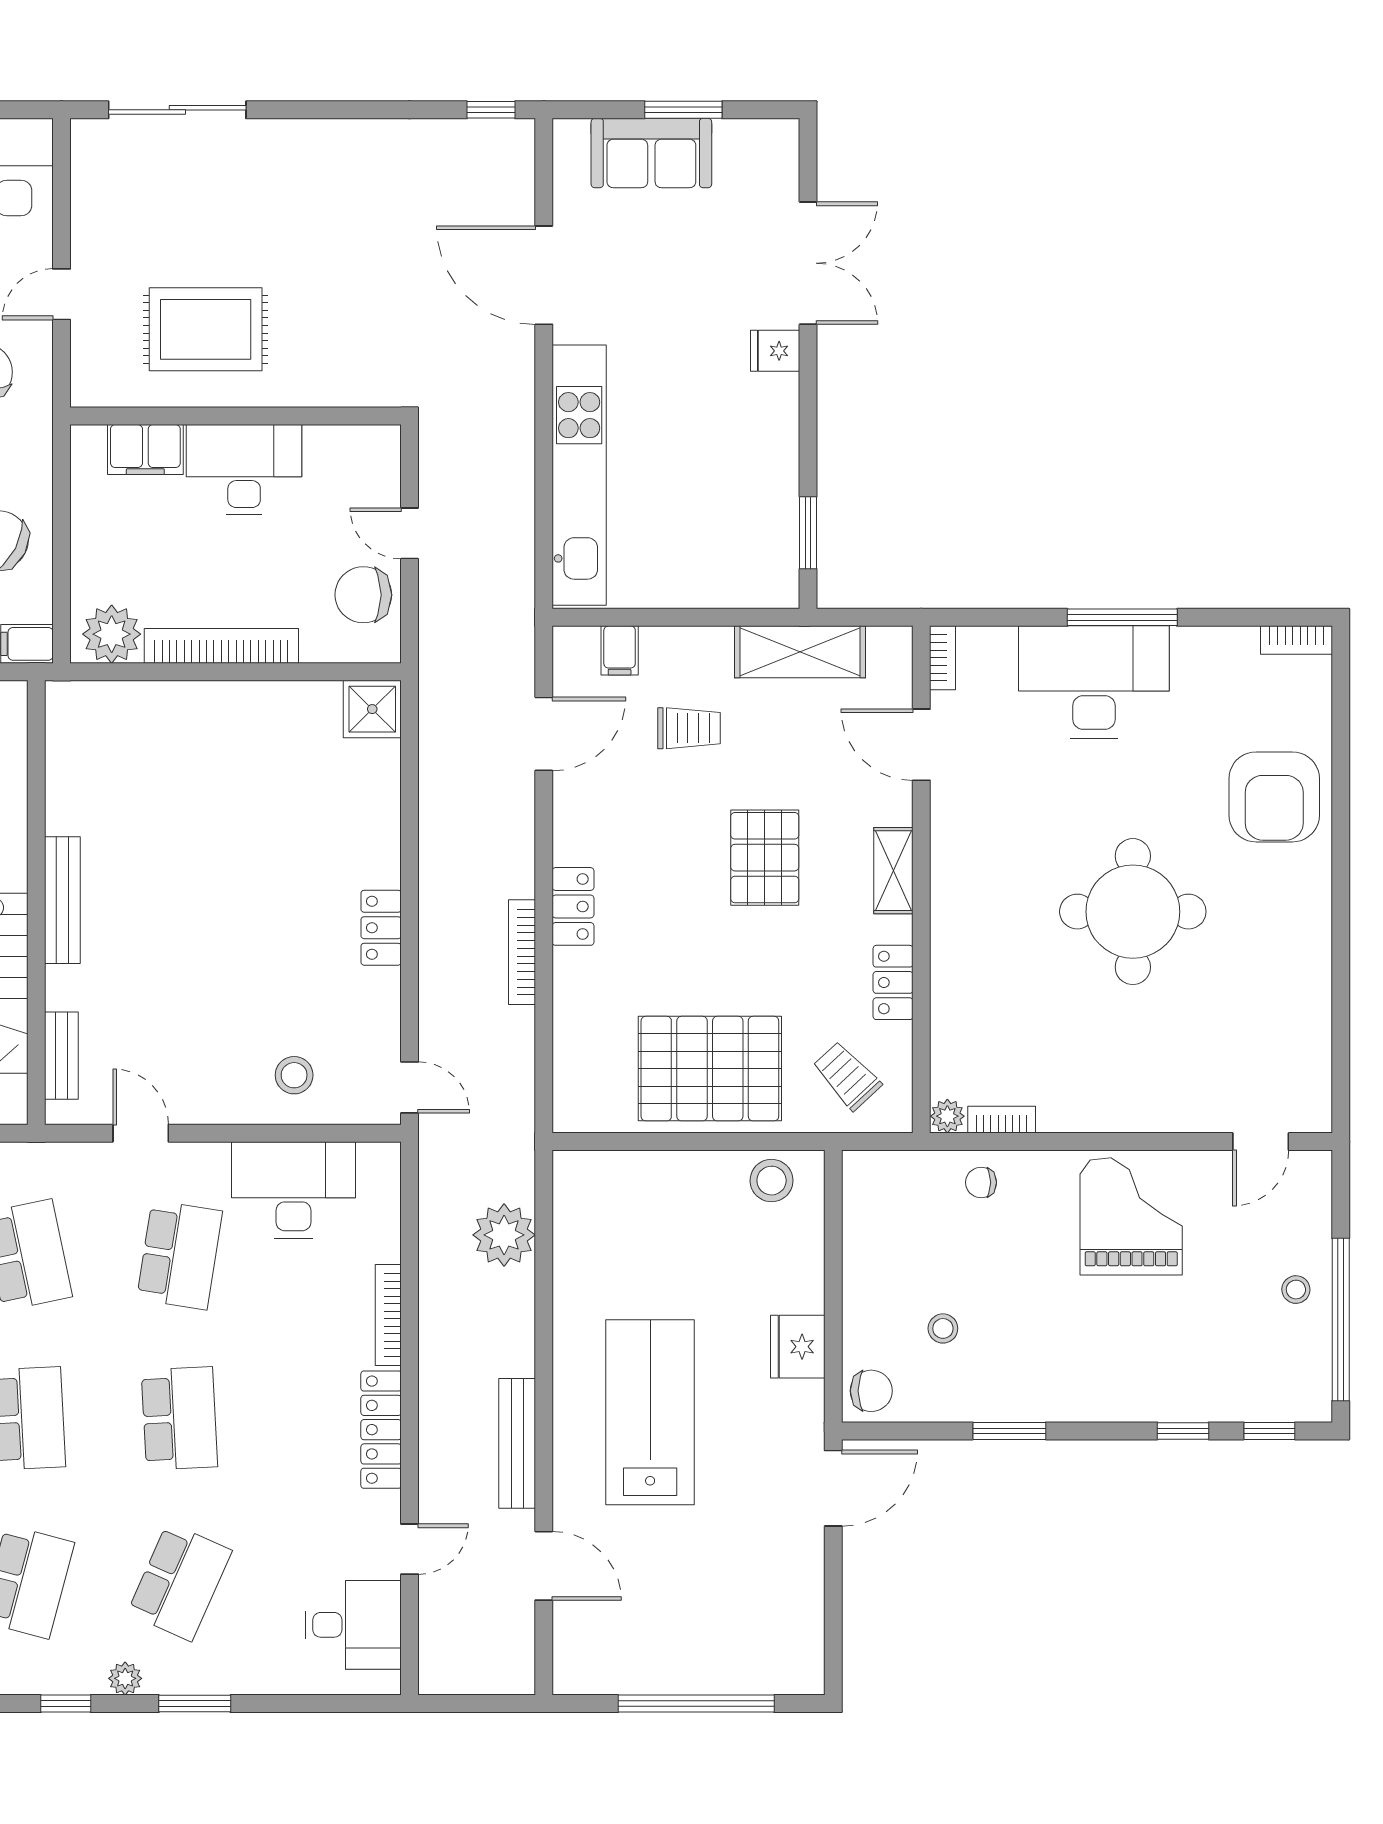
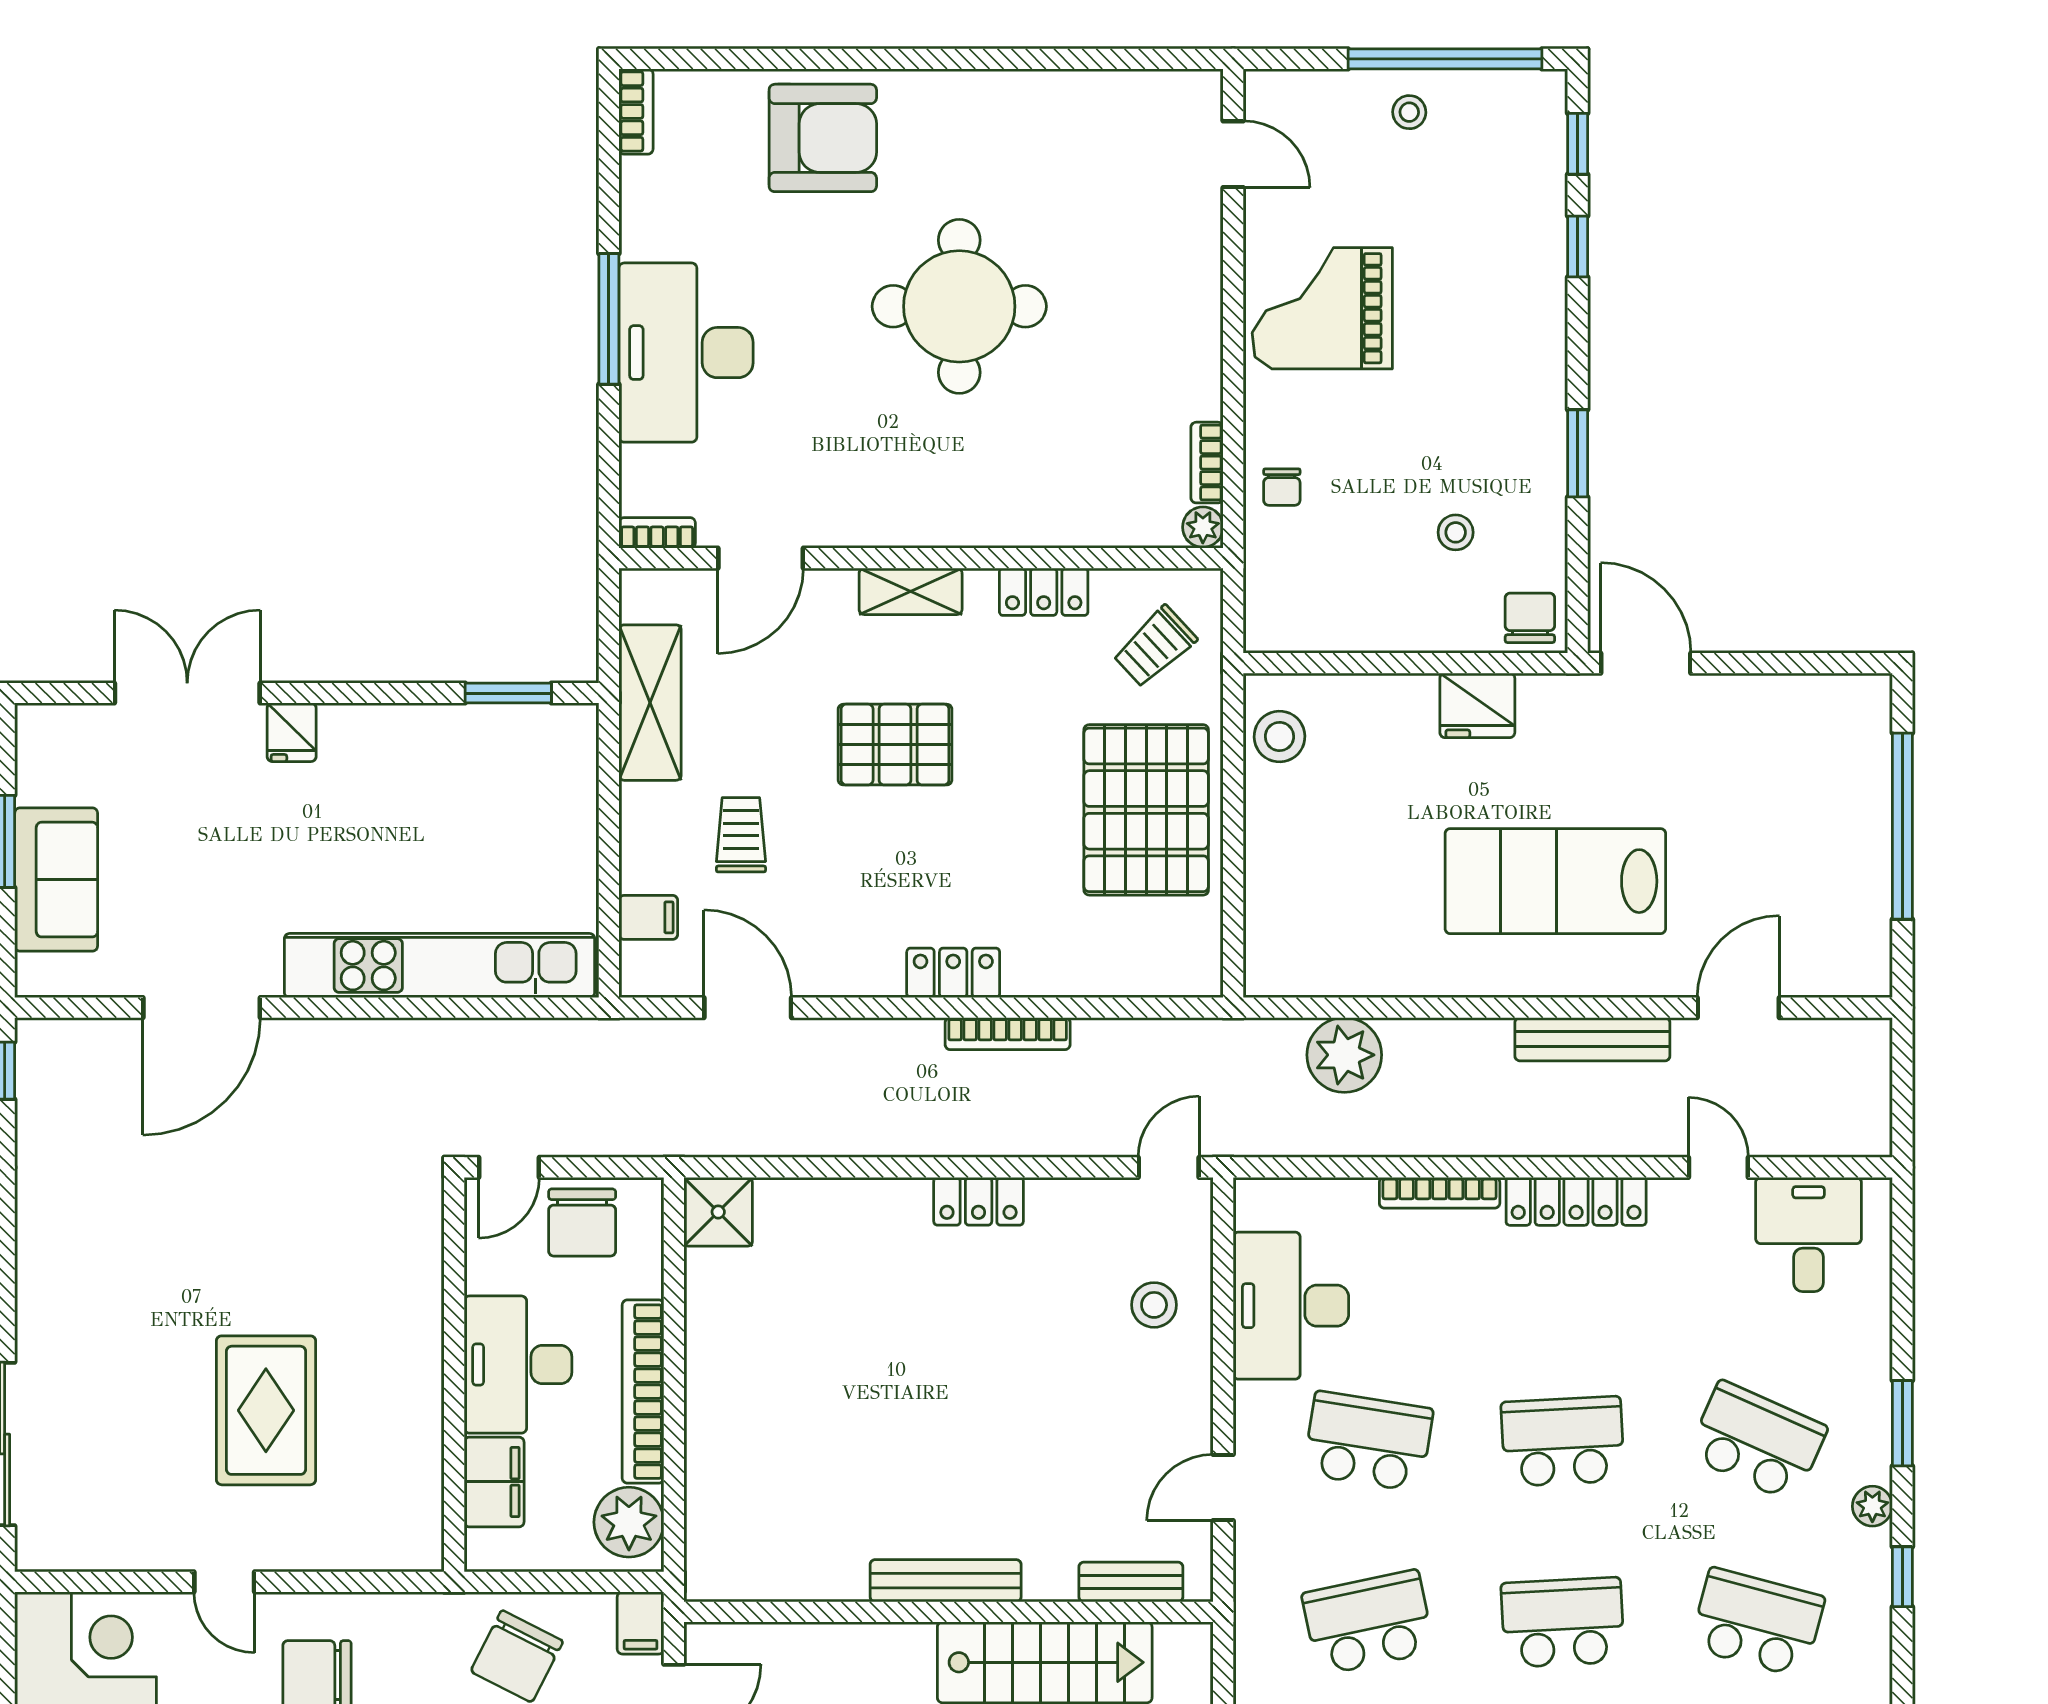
wall: (236, 416) -> (454, 1375), moved
filing cabinet: (145, 450) -> (494, 1482), moved
desk: (244, 470) -> (518, 1365), moved

